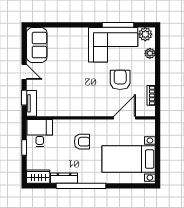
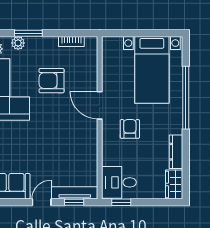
window: (158, 61) -> (28, 33), added
tv unit: (31, 103) -> (75, 193), width x1.41
door: (125, 118) -> (100, 105), moved
window: (24, 148) -> (121, 202), moved
window: (81, 186) -> (186, 98), moved

